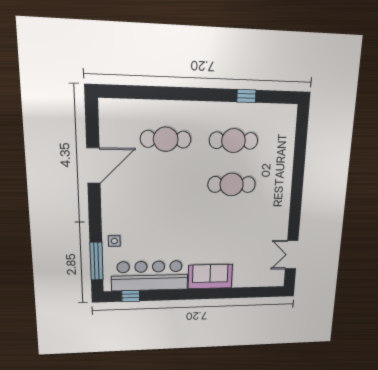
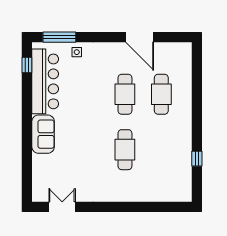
cafe table: (234, 141) -> (125, 94), moved

